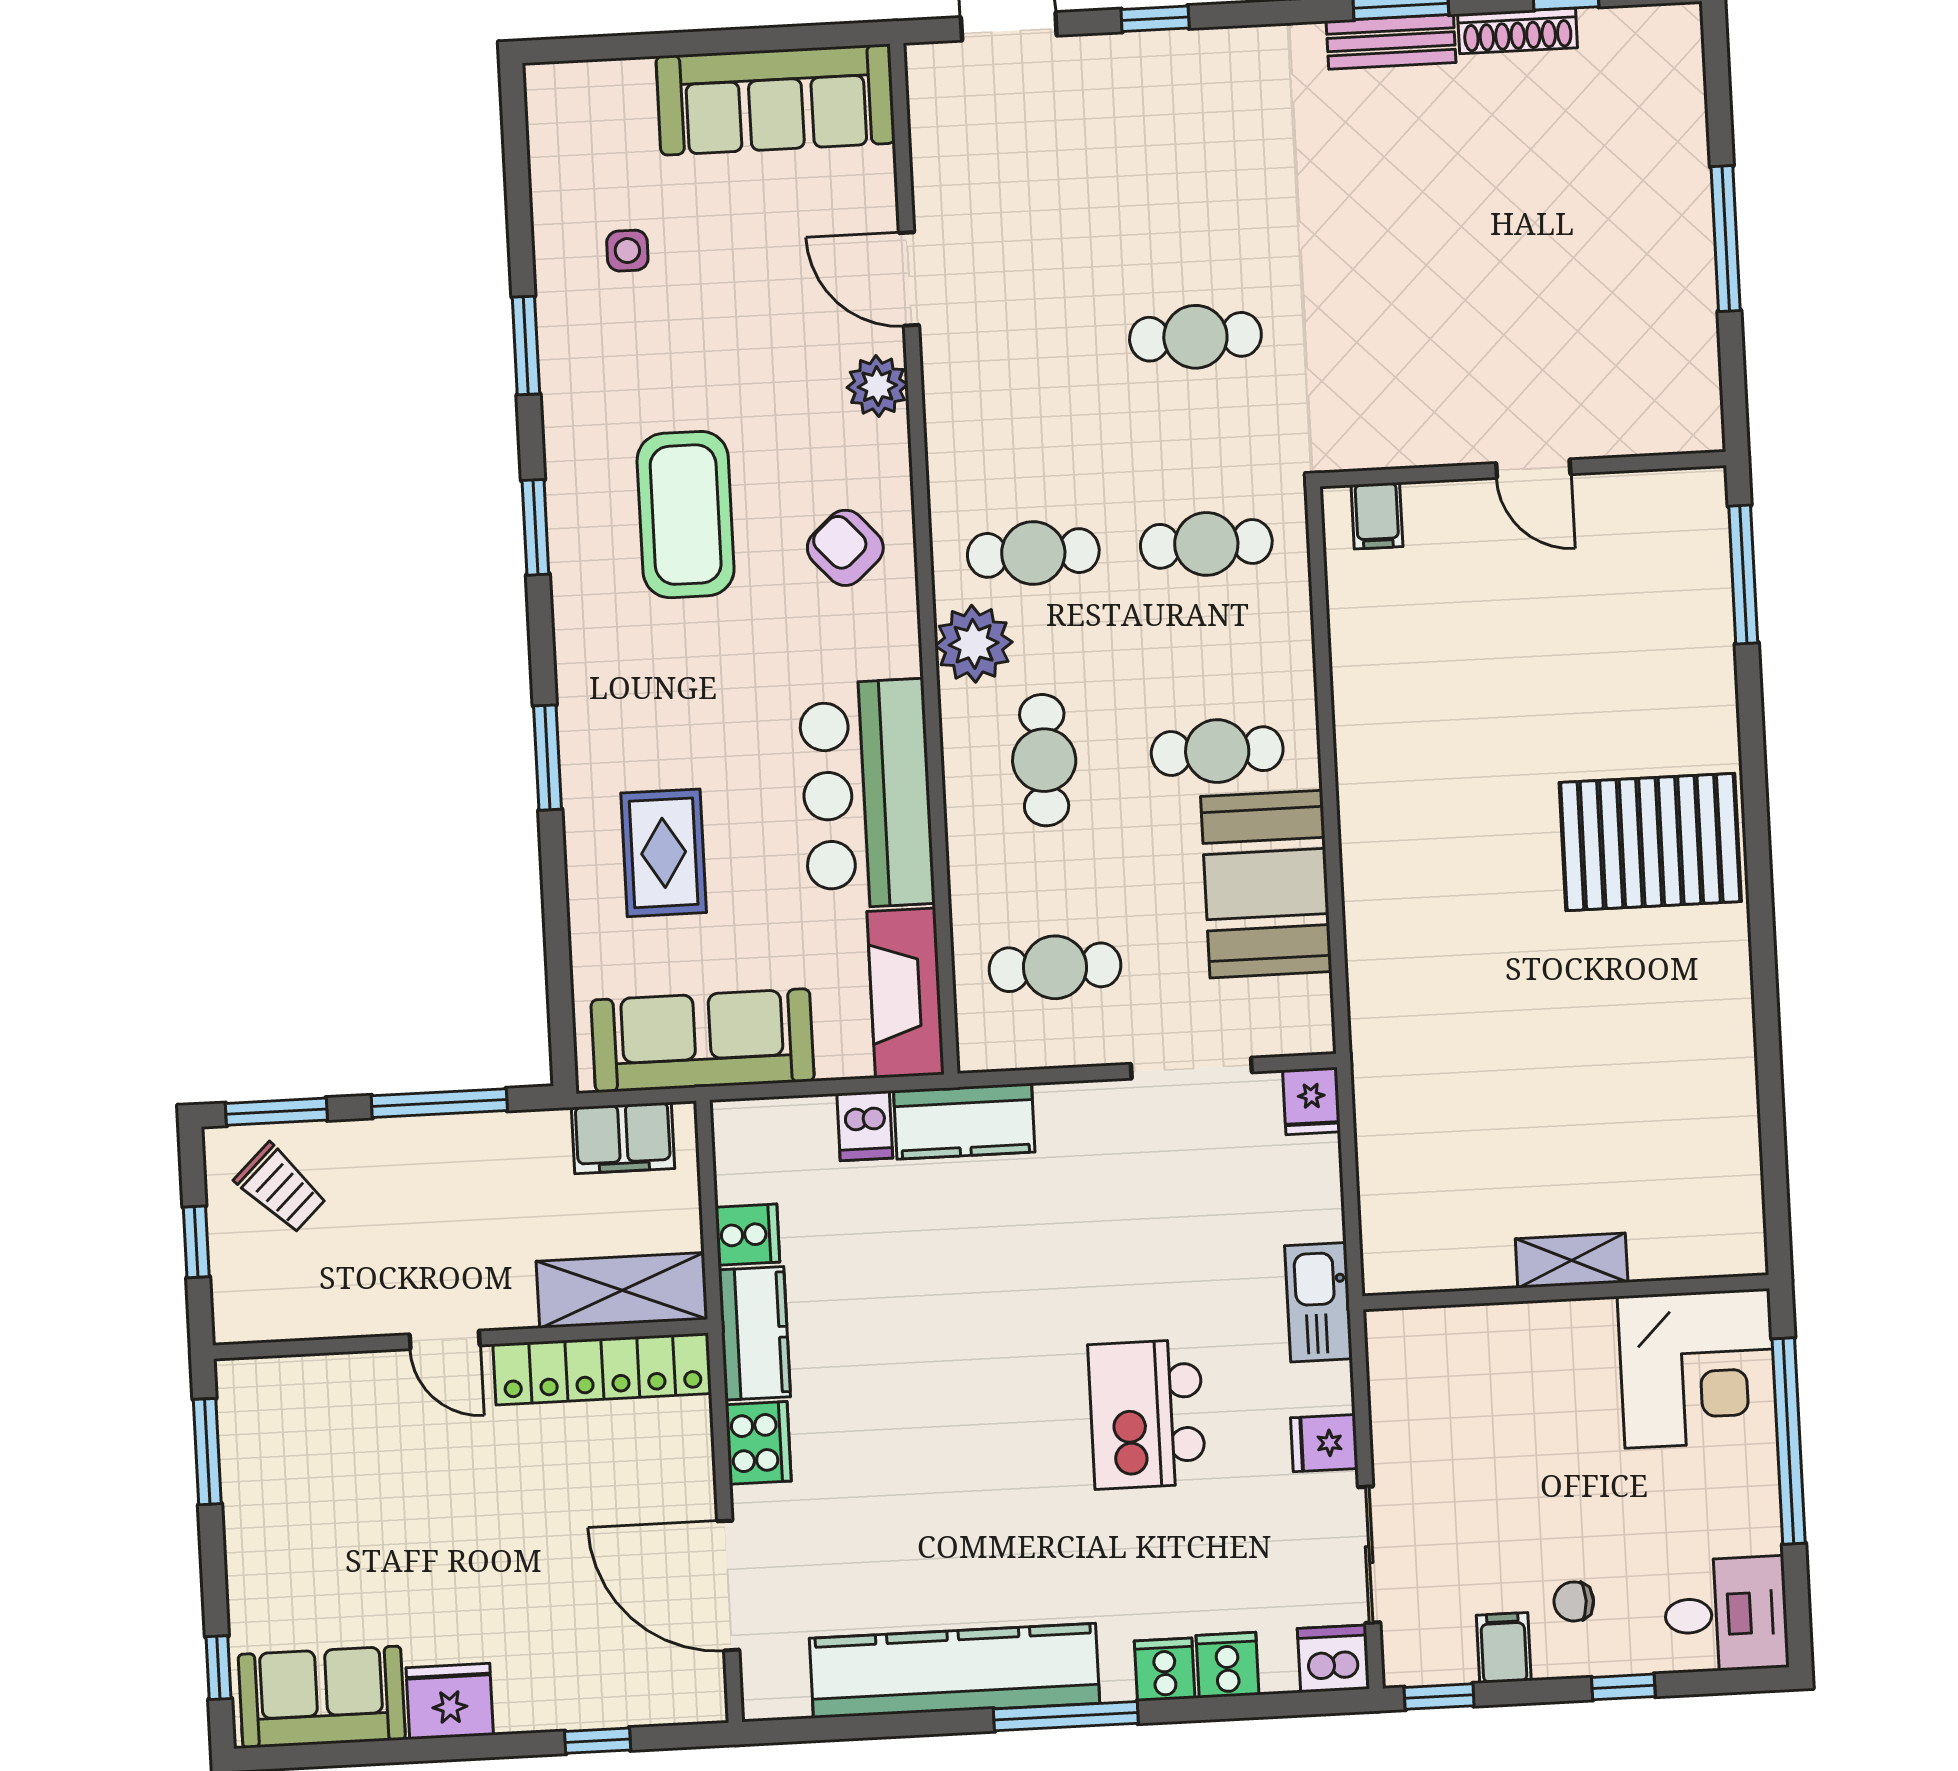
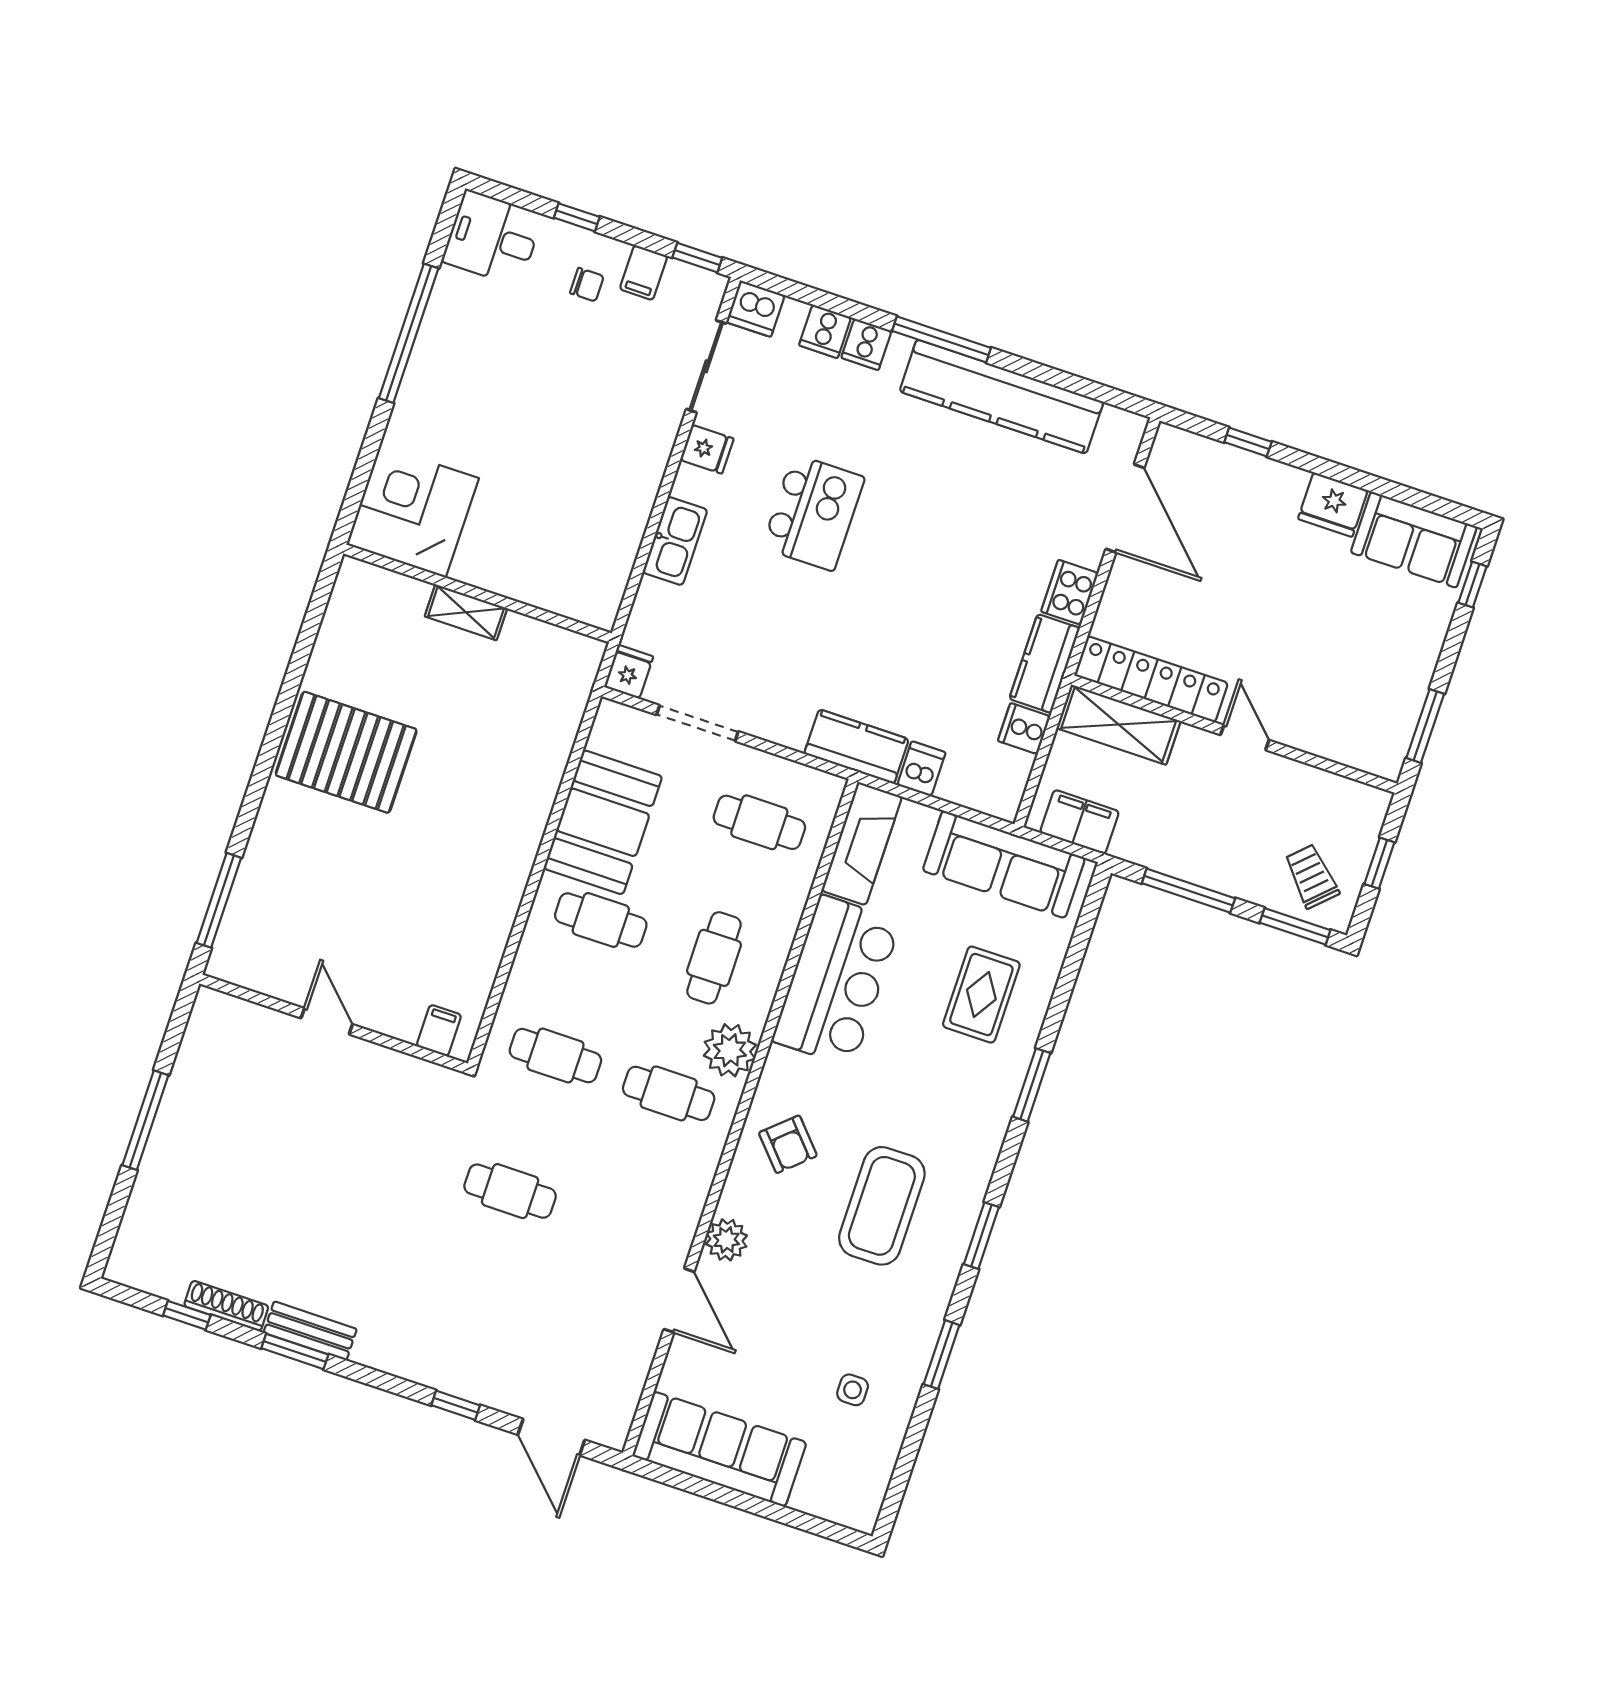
shelving: (1572, 1261) -> (466, 612), moved
wall: (1566, 1292) -> (478, 593), moved
corner desk: (1697, 1368) -> (413, 511), moved

